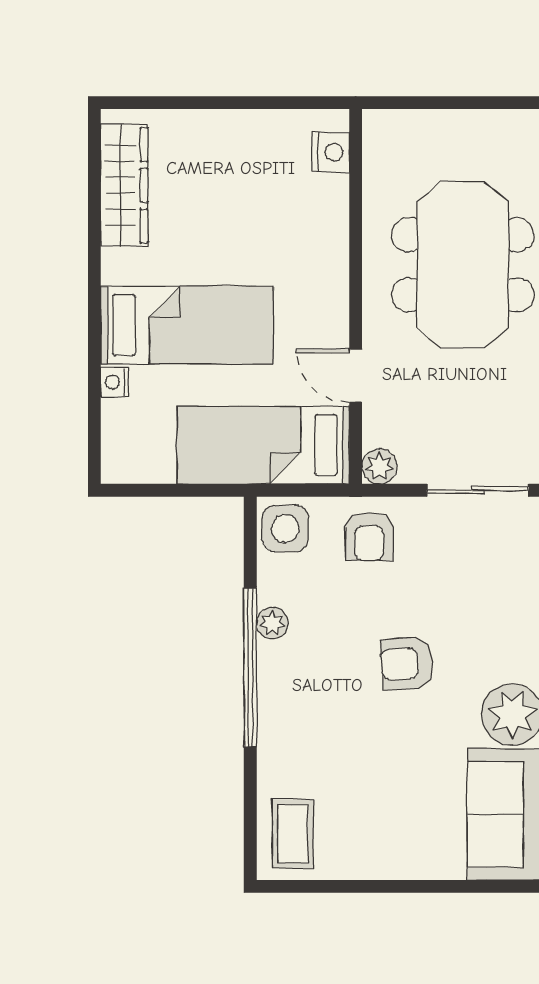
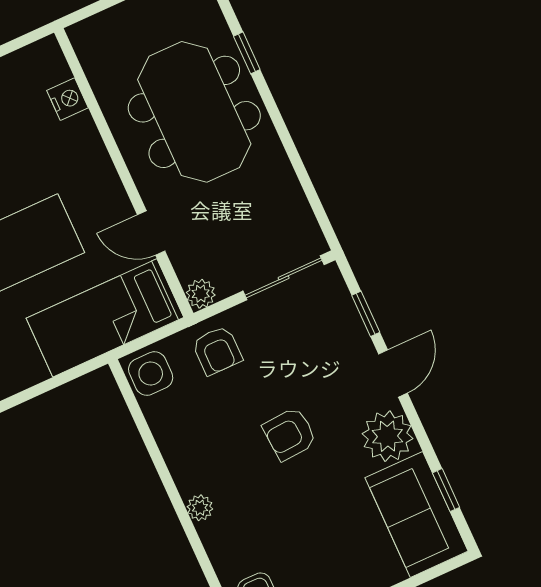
nightstand: (331, 152) -> (68, 99), moved
plant: (272, 623) -> (200, 508), moved
window: (250, 668) -> (172, 491), removed

